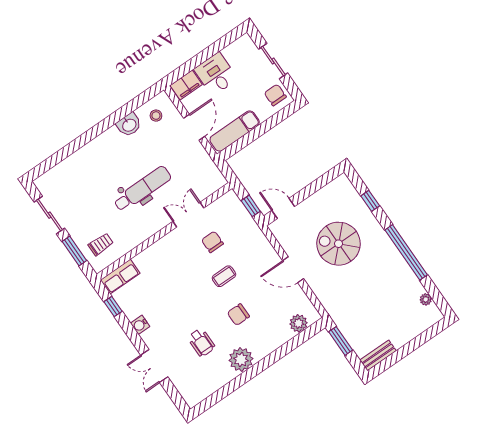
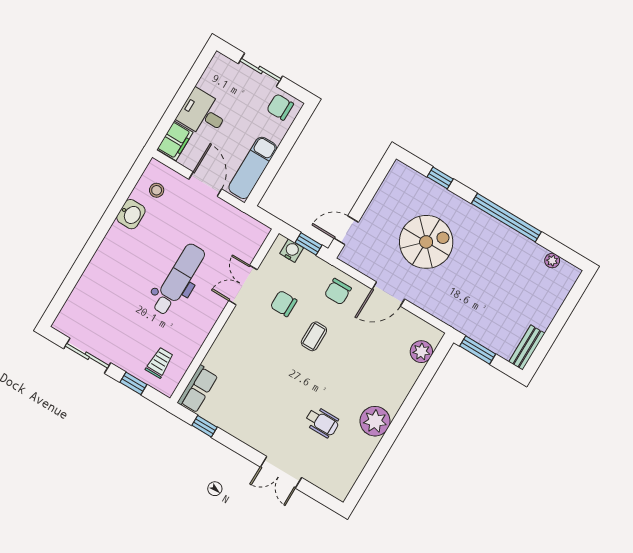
spiral stairs: (339, 244) -> (426, 242), turned 180
window: (74, 251) -> (133, 383), width x0.67
chair: (238, 315) -> (338, 292), moved
water cooler: (140, 325) -> (292, 251), moved, turned 180

